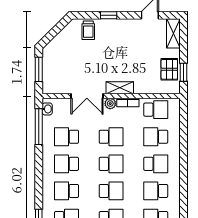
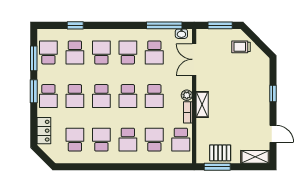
trolley: (88, 30) -> (241, 47), moved
window: (183, 72) -> (217, 167), width x1.50
double door: (87, 96) -> (194, 59), moved
school desk: (67, 137) -> (154, 52), turned 180

